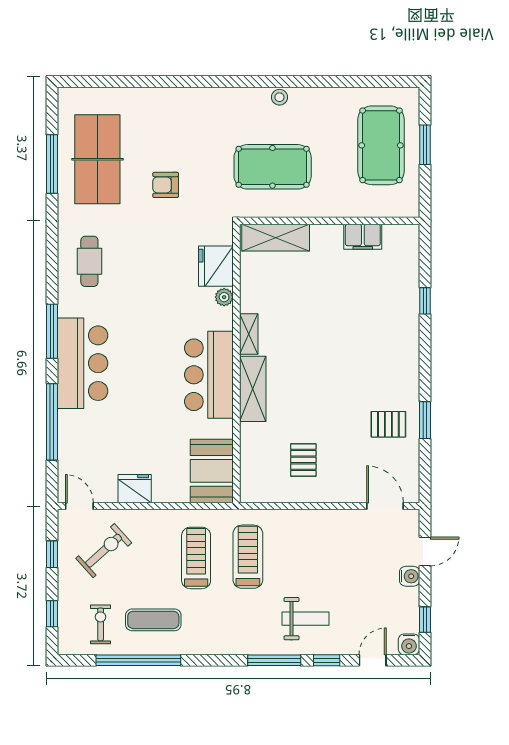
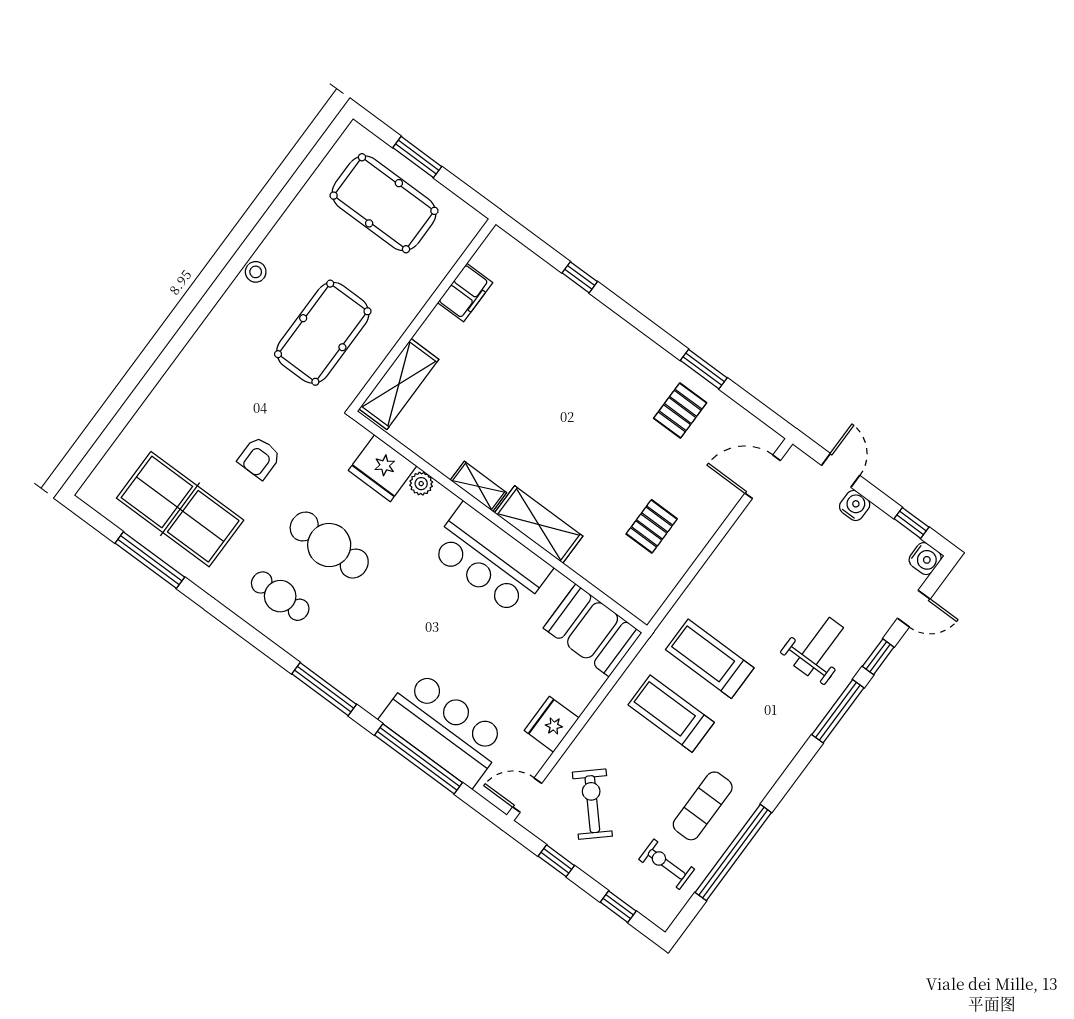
cafe table: (144, 268) -> (329, 545), added
bar counter: (83, 363) -> (444, 729), moved
pallet: (303, 460) -> (652, 526), turned 90
door: (373, 660) -> (914, 609), swing flipped

